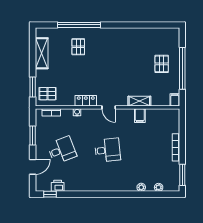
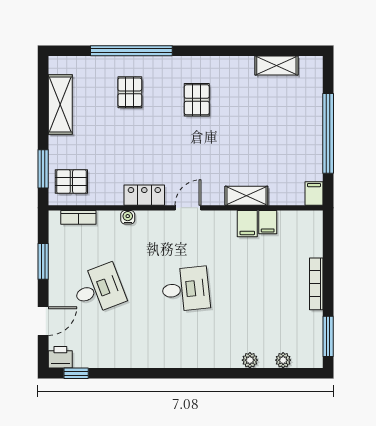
shelving: (155, 33) -> (276, 66), added
pallet: (162, 64) -> (197, 100), moved
door: (109, 107) -> (188, 208), swing flipped
filing cabinet: (151, 115) -> (268, 222), added
printer: (58, 186) -> (60, 357), moved

